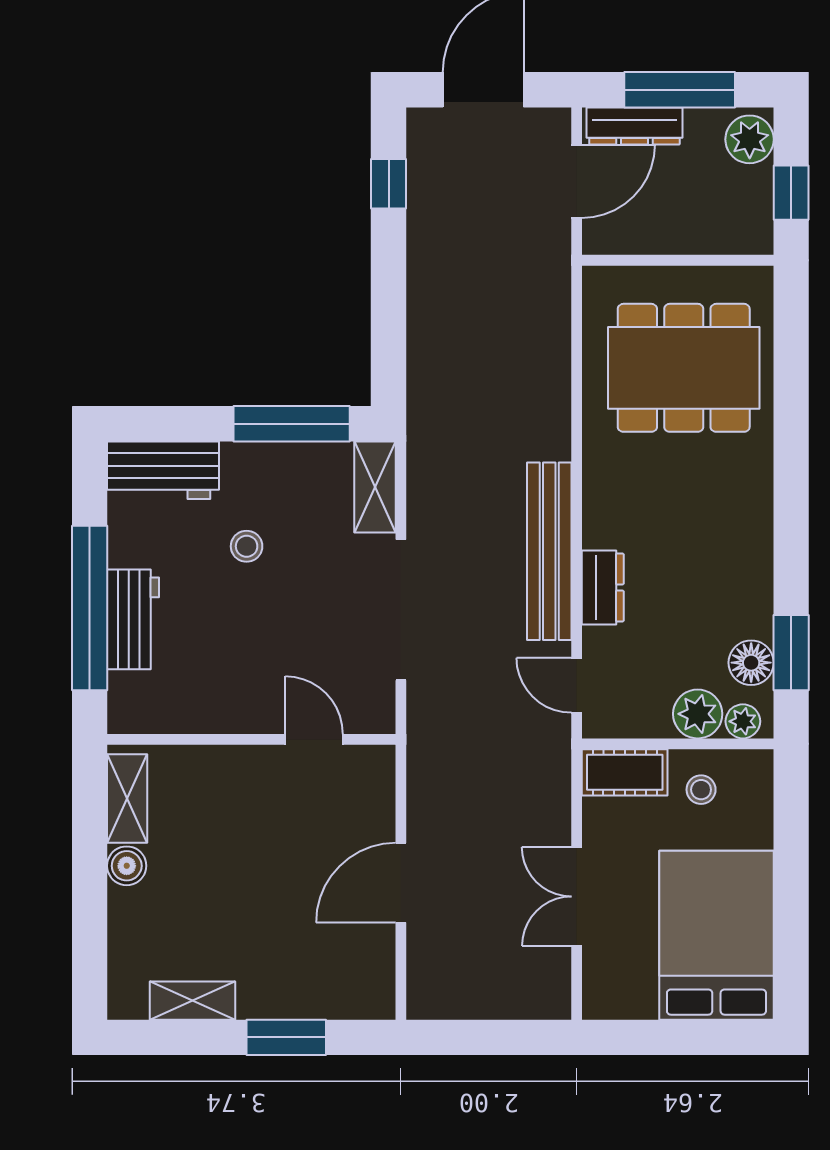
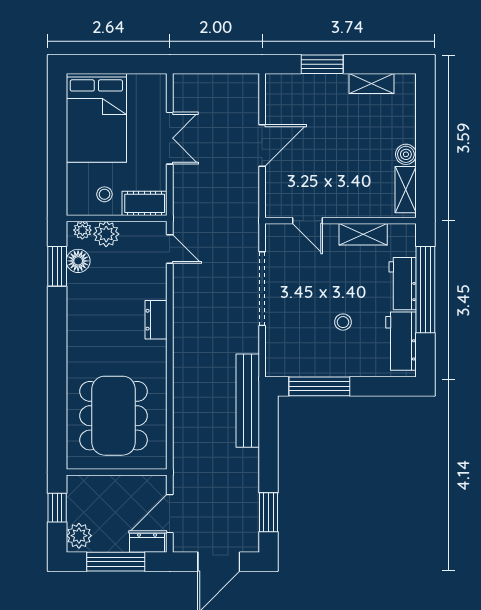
dresser: (634, 126) -> (147, 543), width x0.70
window: (389, 184) -> (268, 512), width x1.50
dining table: (684, 368) -> (114, 416), turned 90
workbench: (163, 470) -> (401, 341), moved, turned -90
shelving: (375, 487) -> (363, 234), moved, turned 90
bench: (549, 551) -> (248, 401), moved
dresser: (603, 587) -> (156, 320), moved

